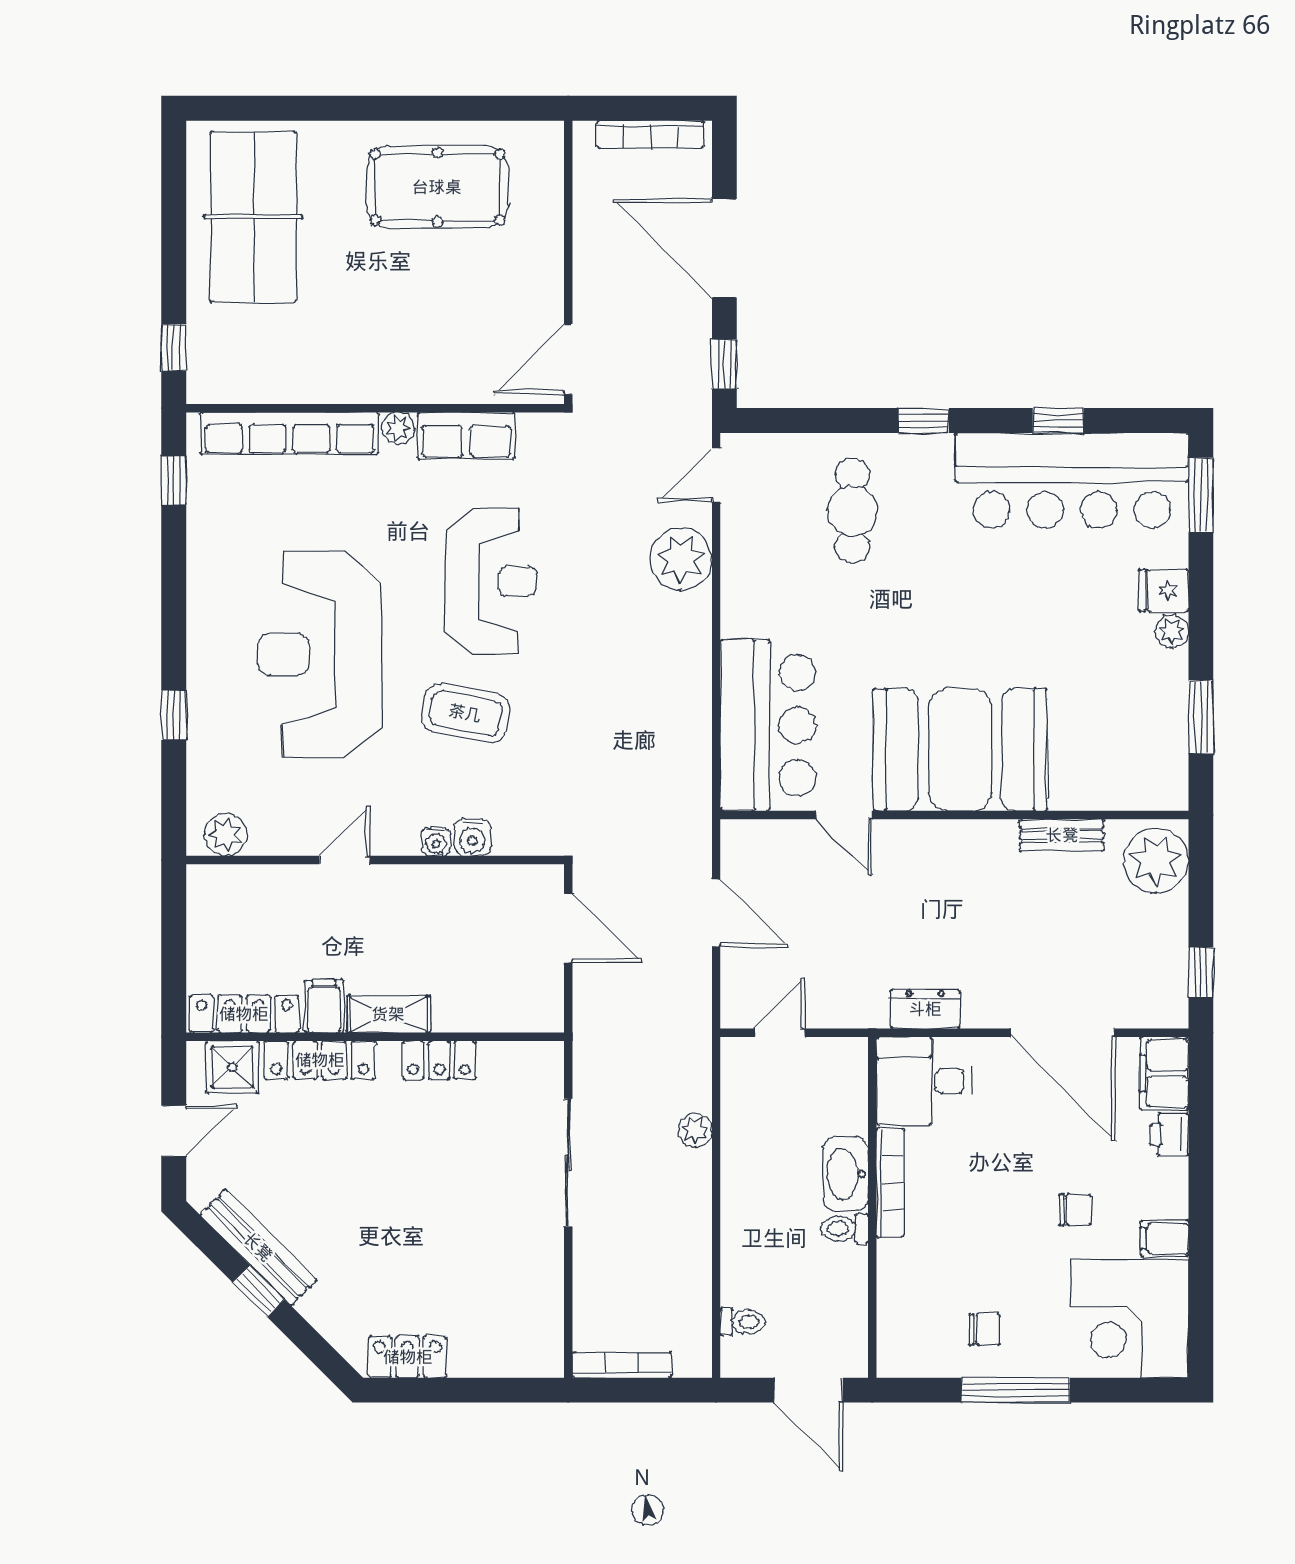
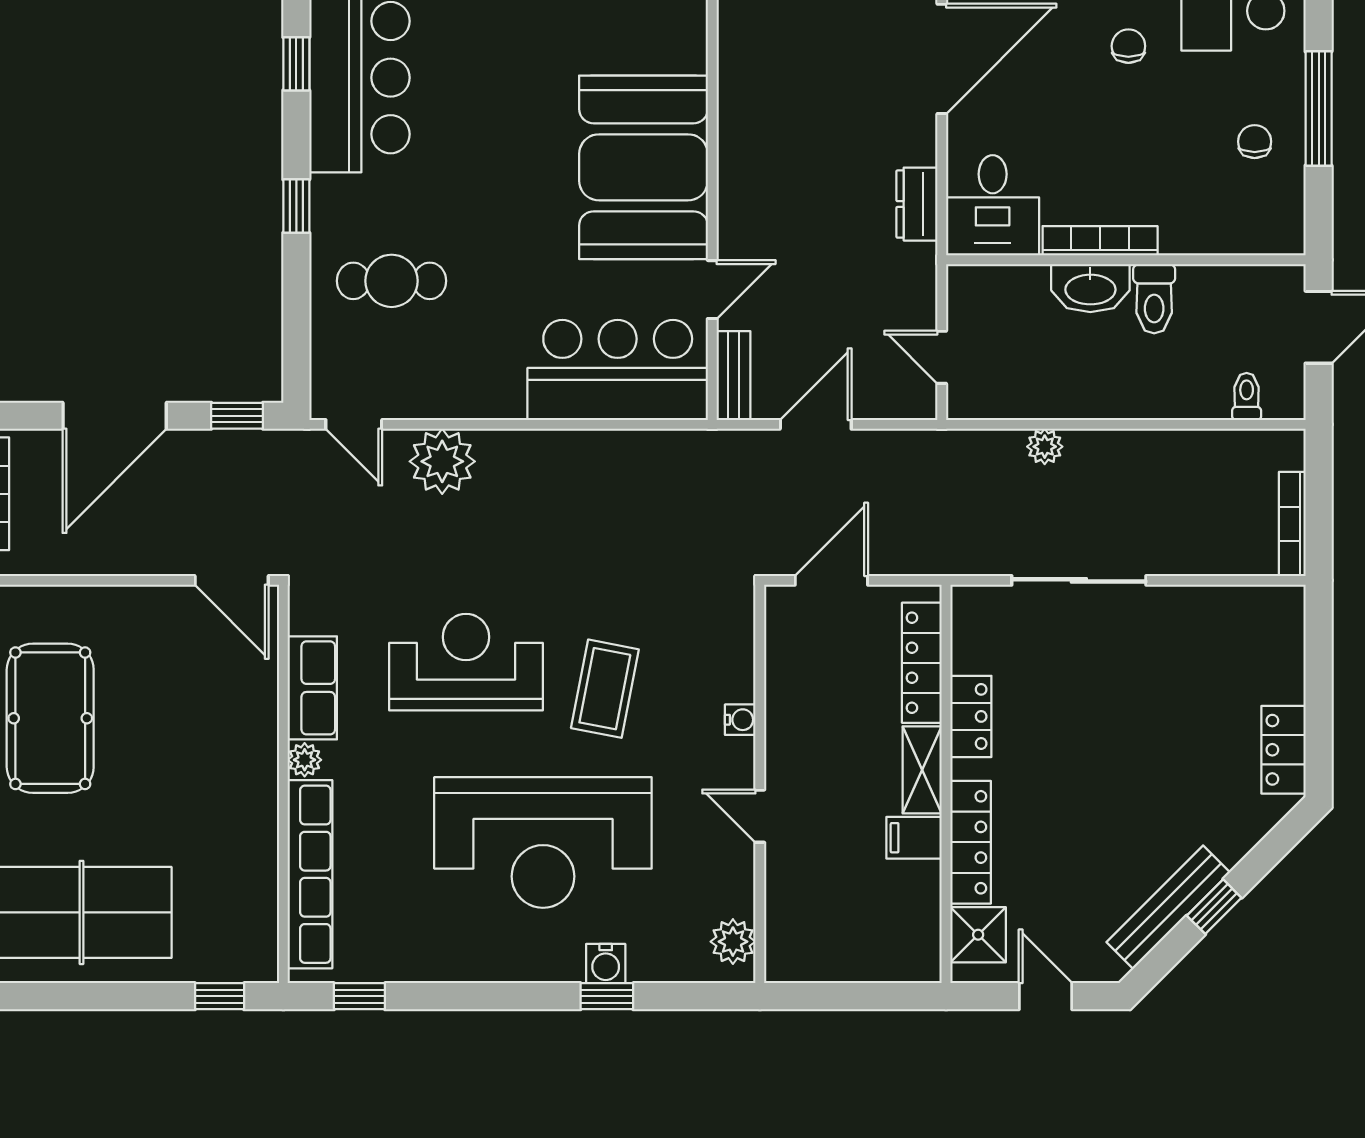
bench: (1062, 835) -> (733, 376), moved
water cooler: (472, 837) -> (606, 964), moved, turned 90
locker: (244, 1014) -> (922, 663), moved
toilet: (844, 1229) -> (1154, 299), width x1.37, depth x1.39

